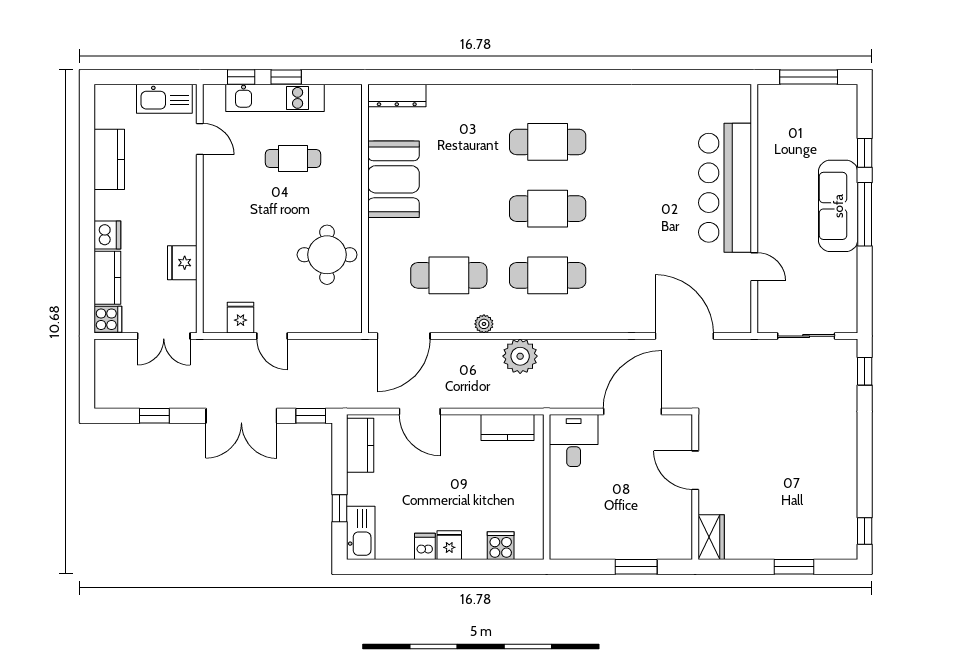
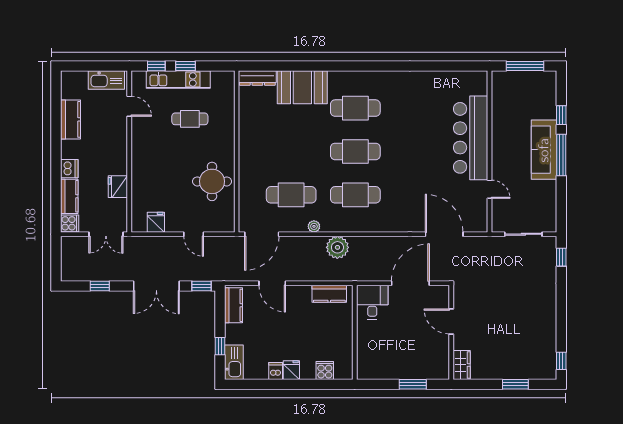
booth: (394, 179) -> (302, 87), moved, turned 90
door: (272, 336) -> (194, 234), moved

